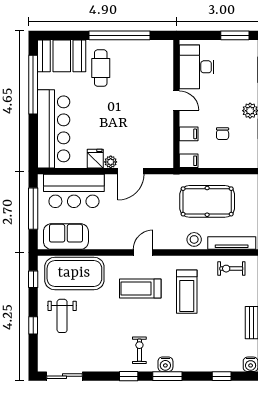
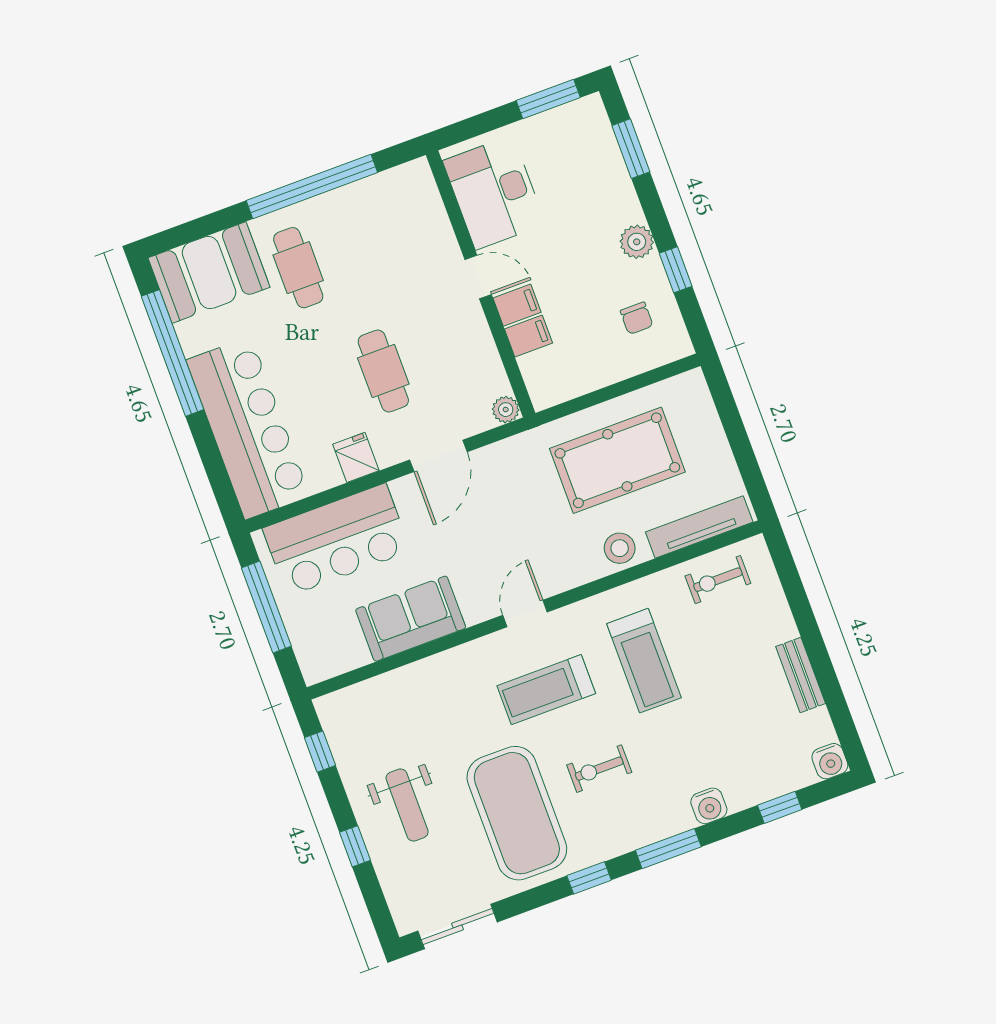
cafe table: (121, 126) -> (383, 371), added
chair: (223, 134) -> (637, 318), moved
filing cabinet: (189, 161) -> (517, 305), moved
plant: (111, 162) -> (506, 410), moved
sofa: (66, 237) -> (411, 619), moved
exercise mat: (74, 273) -> (517, 813), moved, turned 90
exercise bike: (139, 350) -> (599, 769), moved, turned -90
water cooler: (165, 364) -> (709, 806), moved

